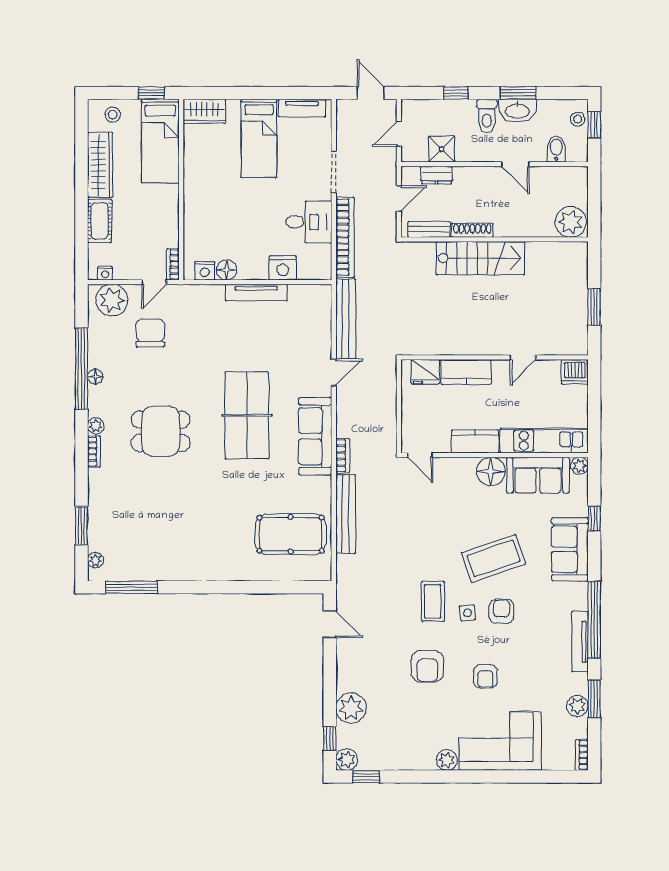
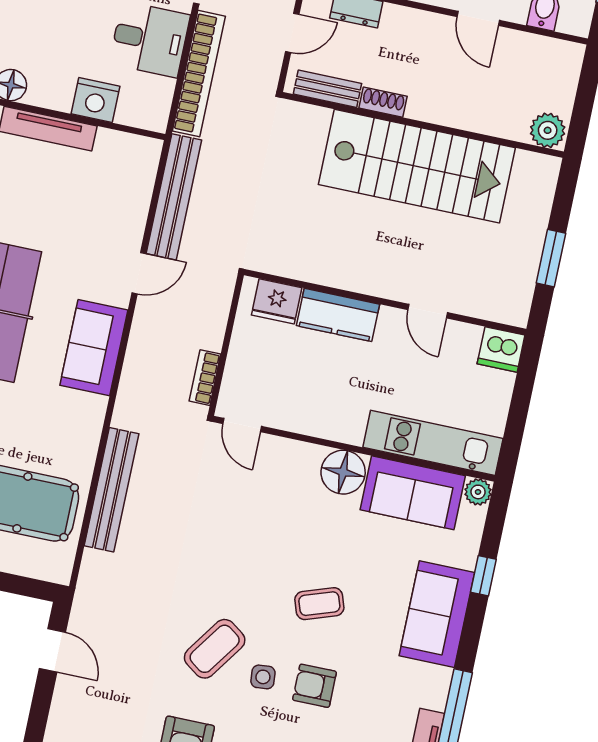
plant: (571, 222) -> (548, 130), width x0.73, depth x0.73
shoe rack: (472, 230) -> (383, 102), width x0.70
stairs: (480, 258) -> (417, 166), width x1.36, depth x1.51
door: (523, 357) -> (428, 311), hinge flipped
sofa: (315, 436) -> (94, 348), width x0.73
kitchen counter: (475, 441) -> (329, 422), removed
bookcase: (343, 456) -> (205, 378), moved, turned 180
coffee table: (493, 558) -> (319, 604), width x0.54, depth x0.58
coffee table: (433, 601) -> (215, 649), turned 35
armchair: (502, 611) -> (315, 686), turned -90

